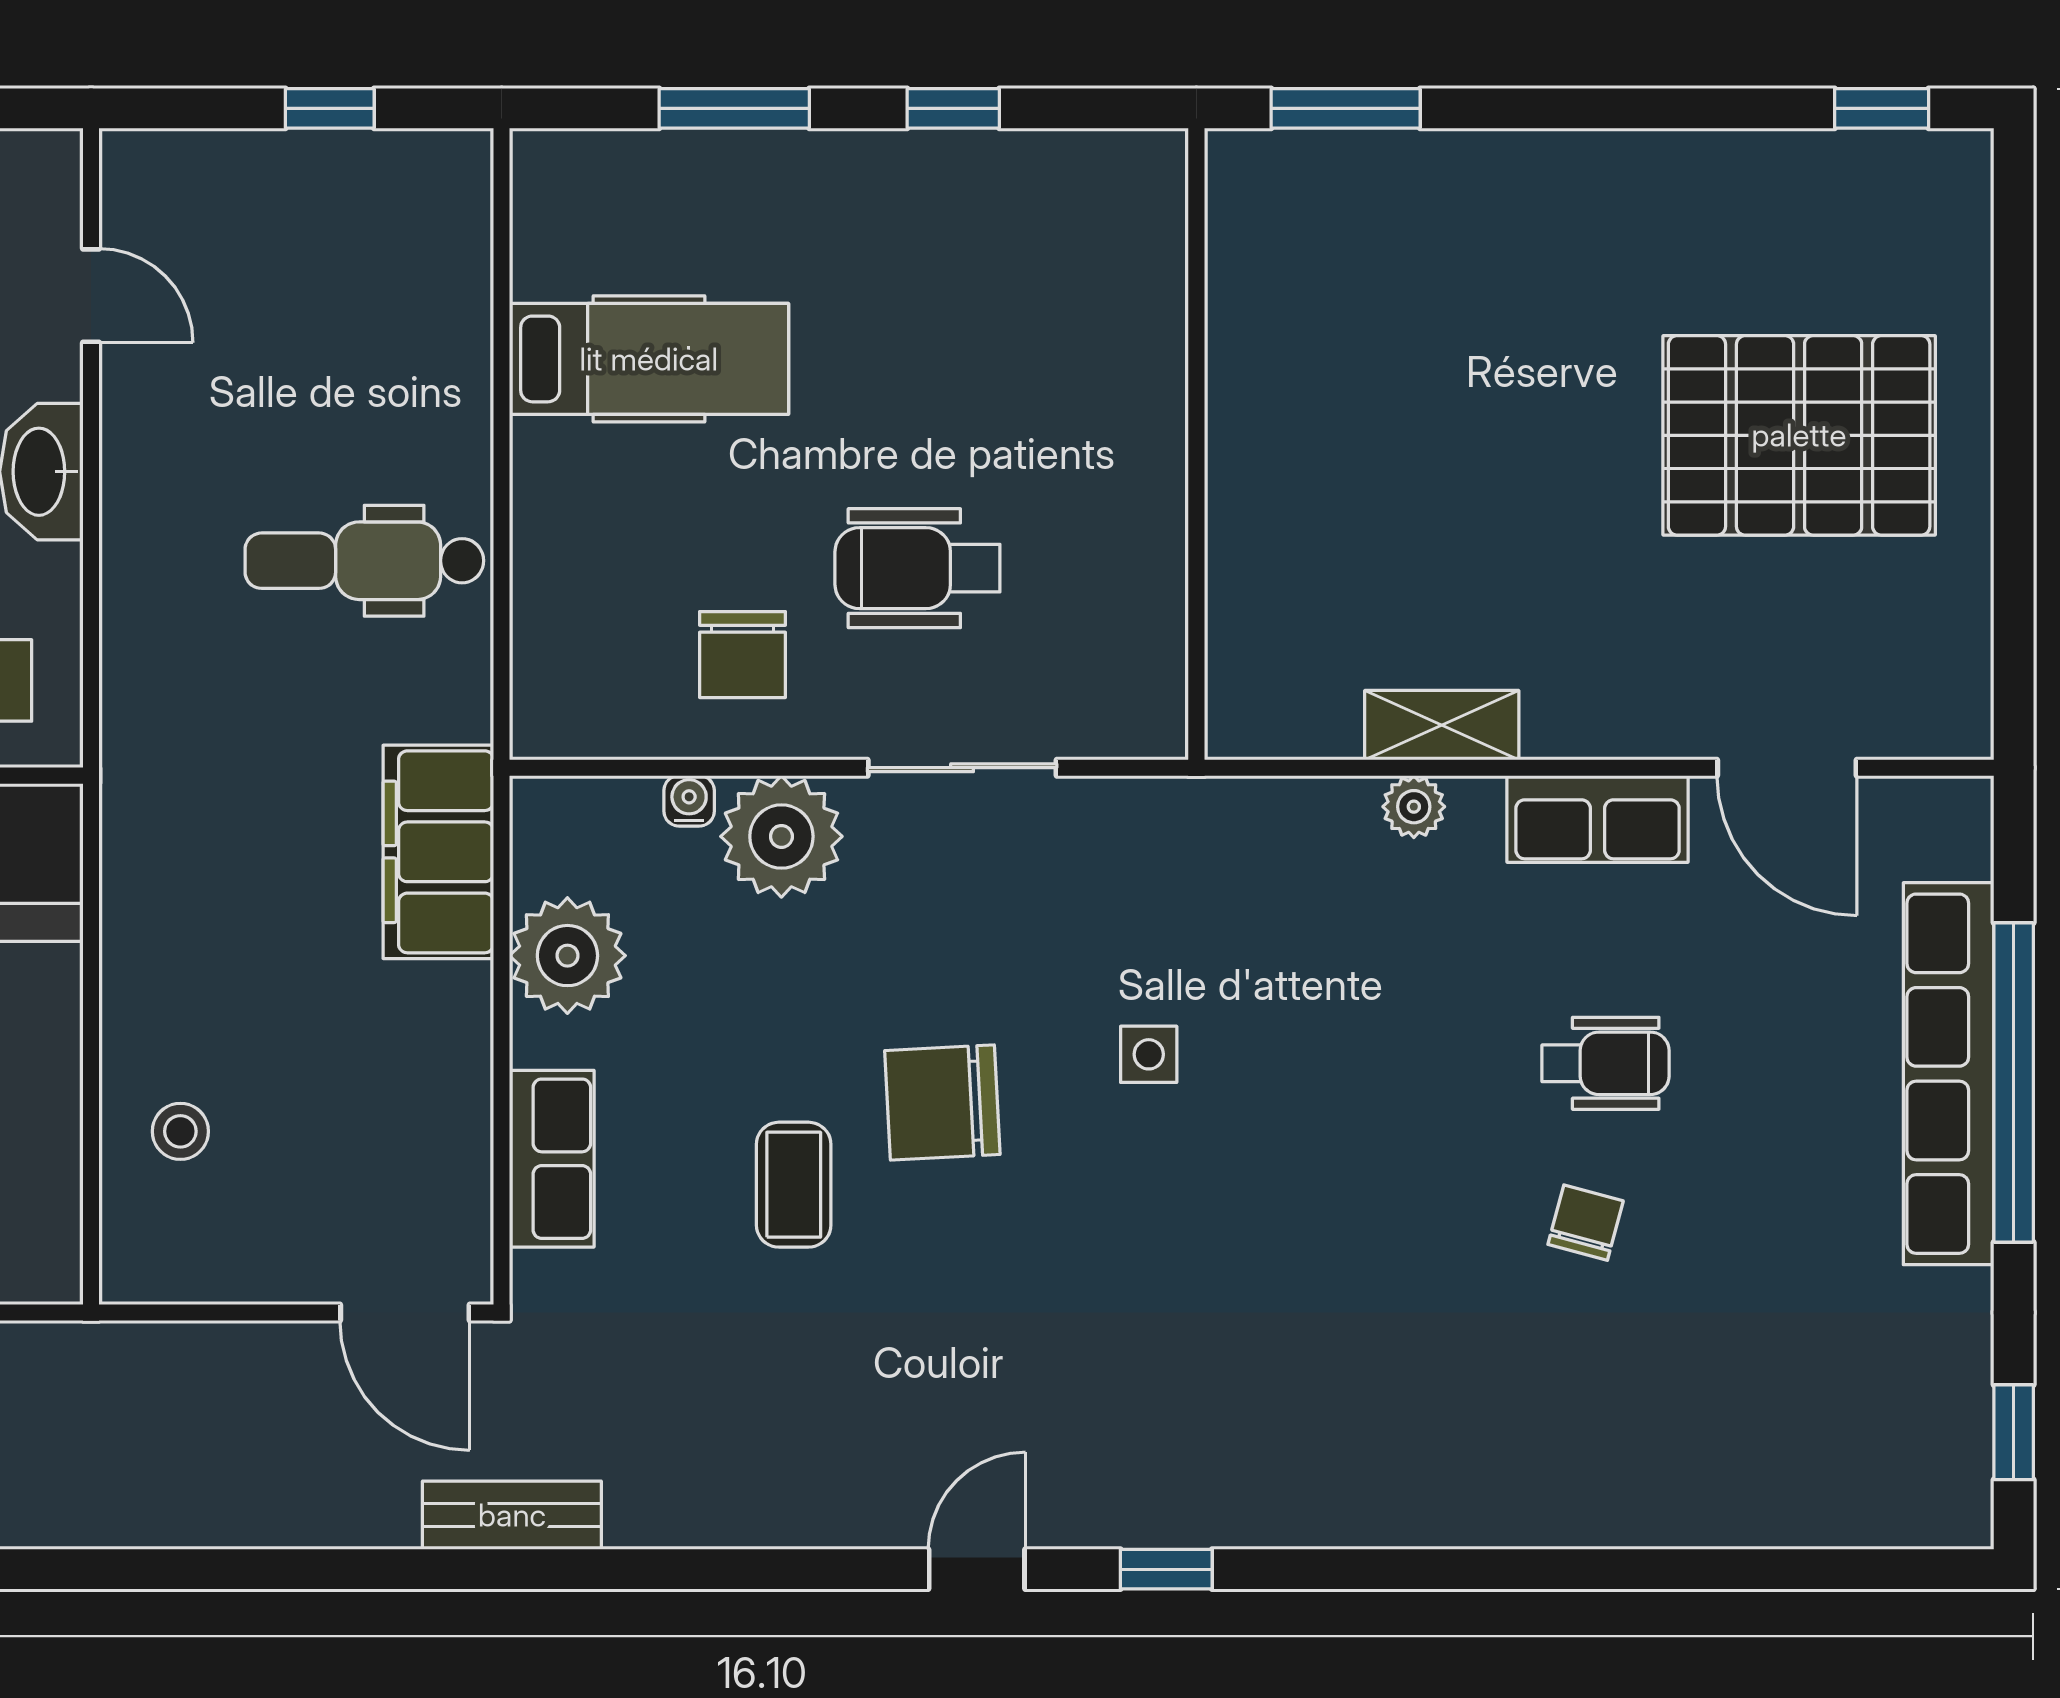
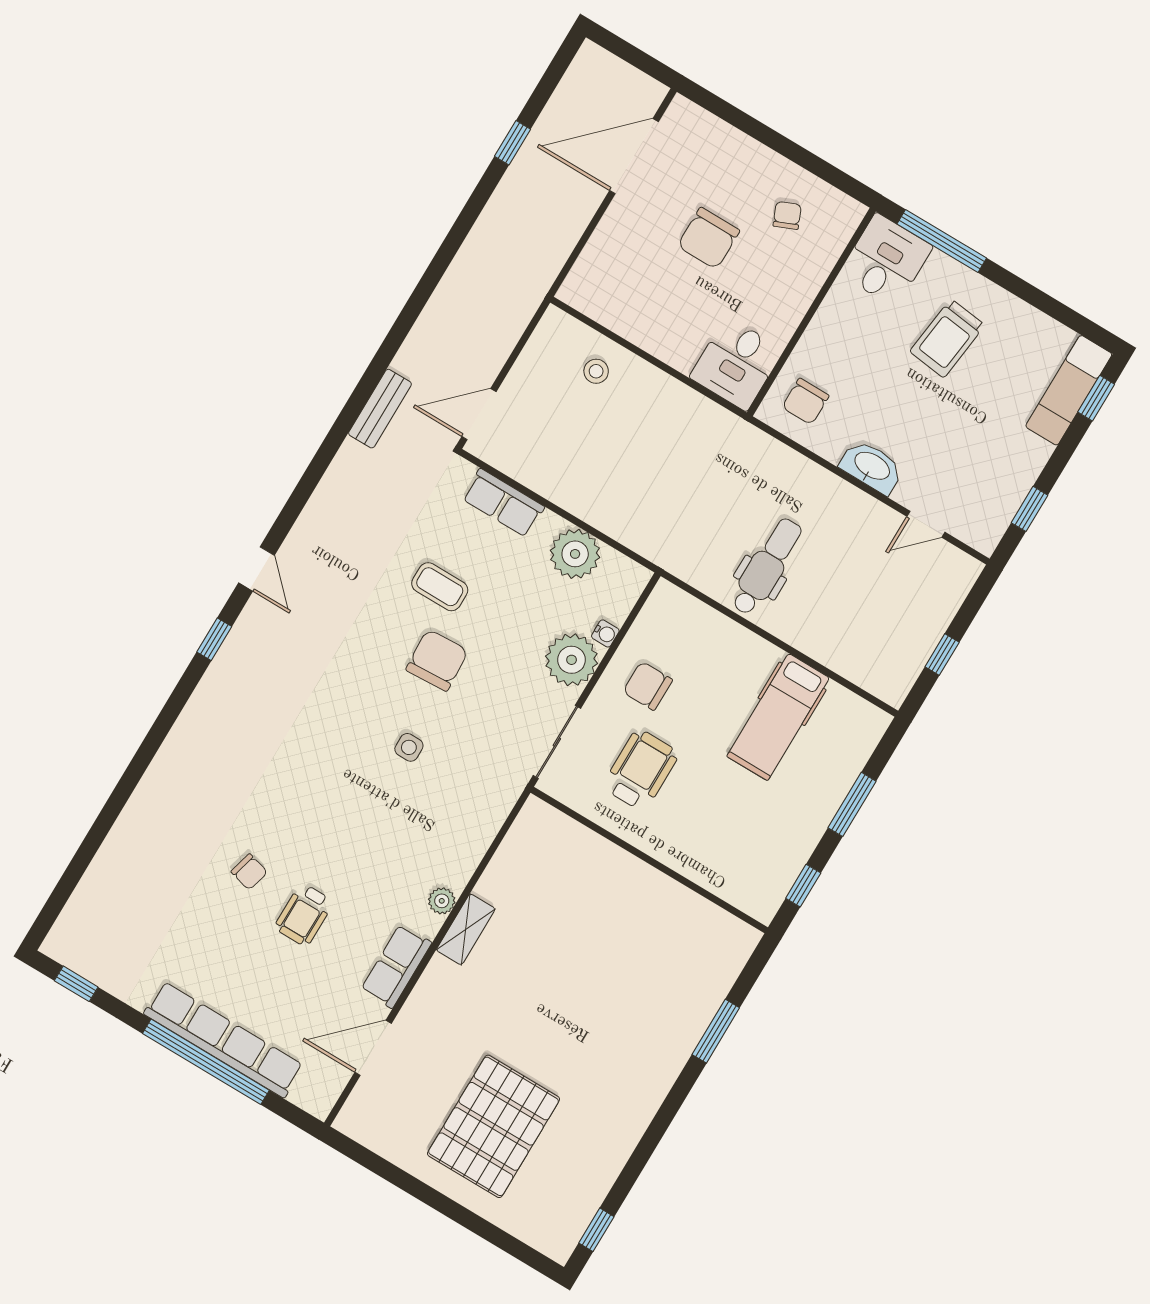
wall: (1196, 444) -> (649, 860), moved
filing cabinet: (438, 852) -> (642, 529), removed

